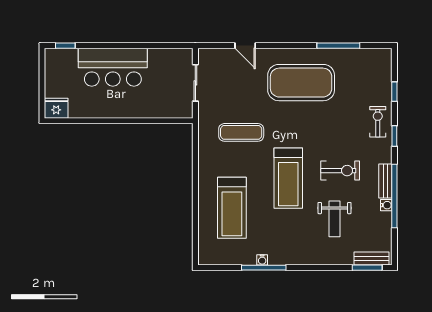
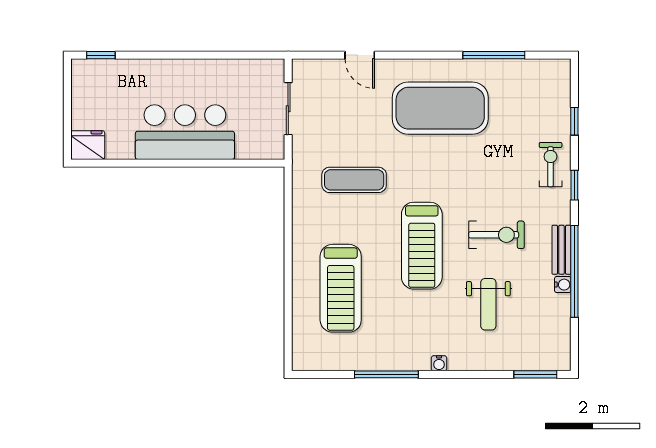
bar counter: (113, 67) -> (185, 132), moved, turned 180
bench: (371, 258) -> (542, 361), removed
water cooler: (262, 260) -> (439, 363), moved

